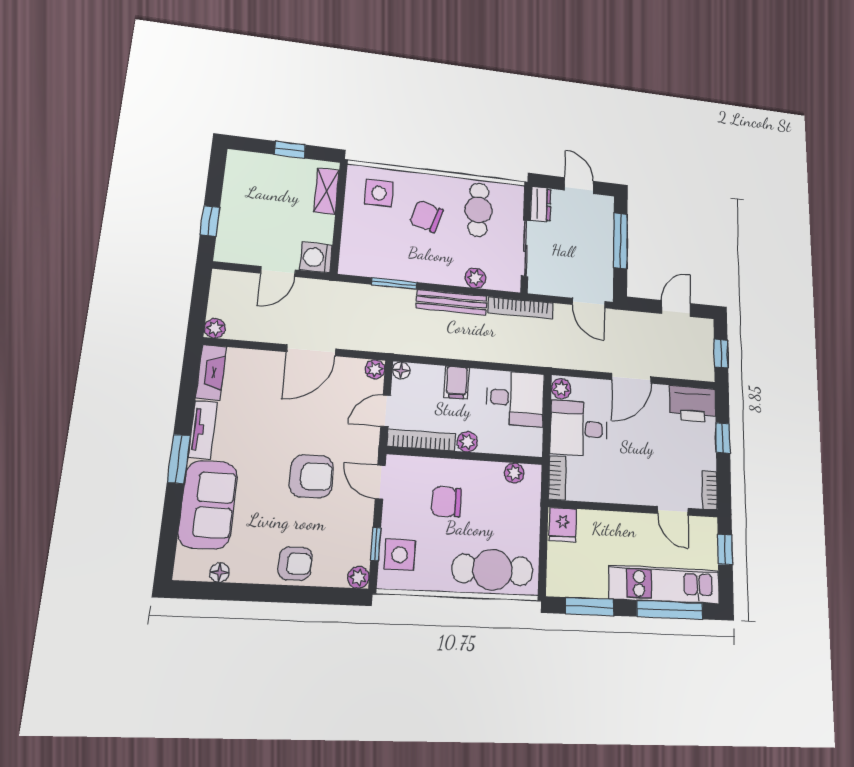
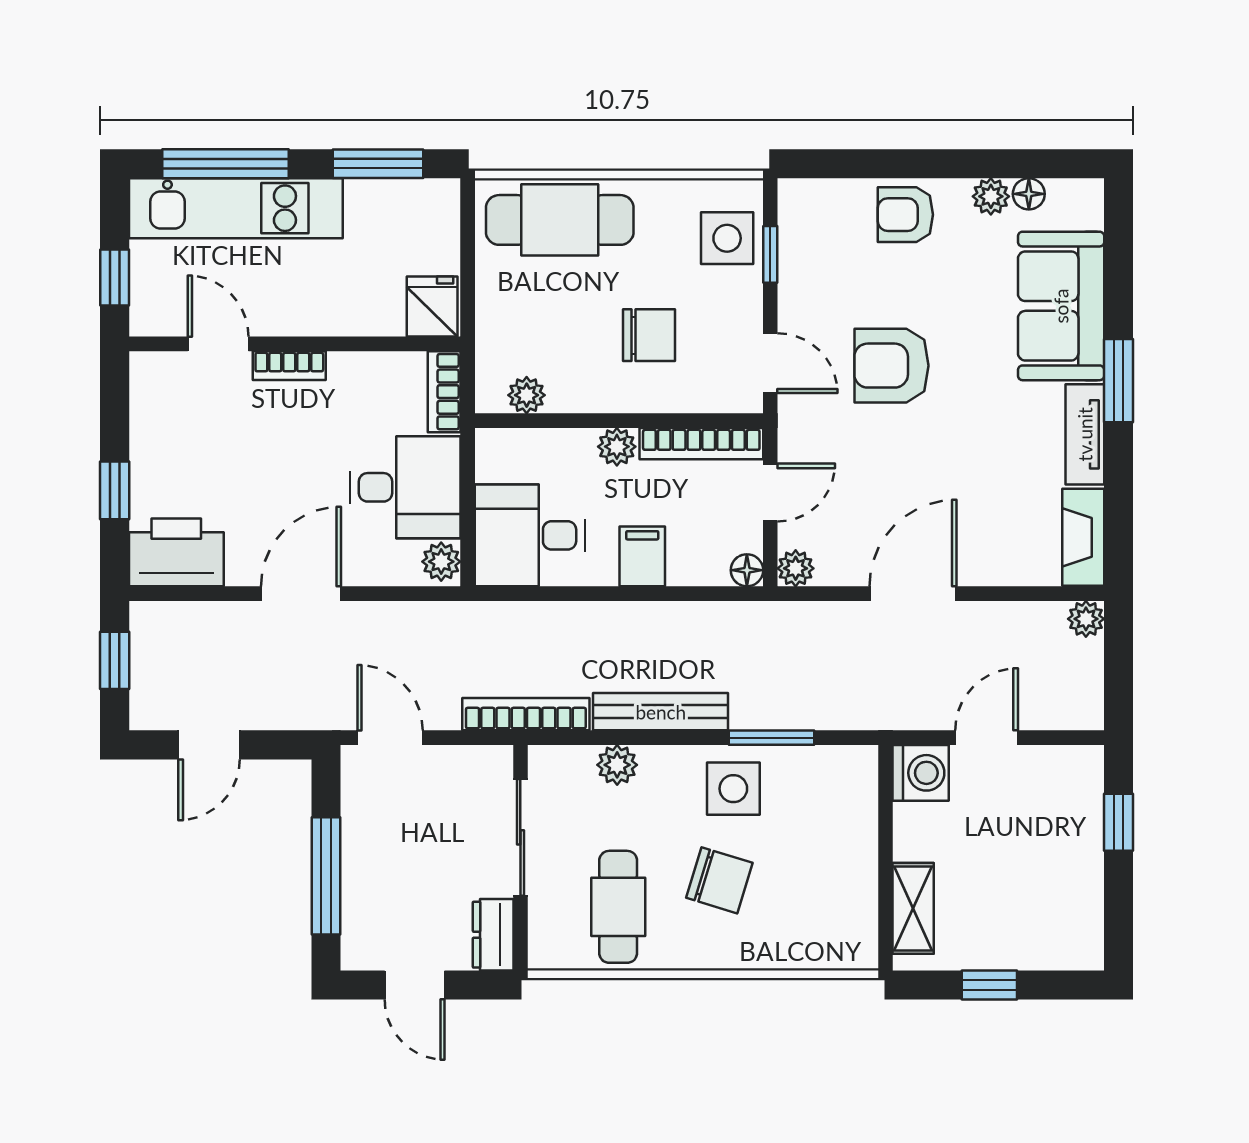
side table: (379, 193) -> (733, 789), moved
bookcase: (710, 490) -> (289, 366), moved, turned 90
plant: (358, 577) -> (991, 196), moved

